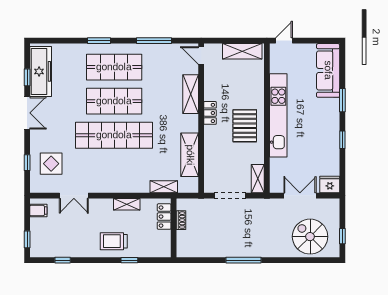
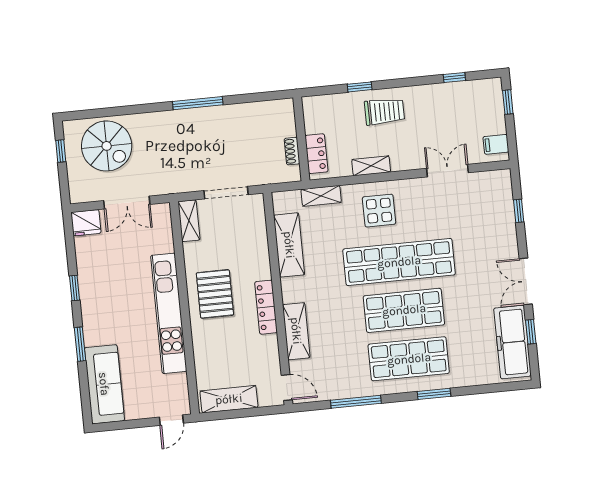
locker: (210, 113) -> (266, 307), width x1.53
display table: (51, 164) -> (379, 211), moved

